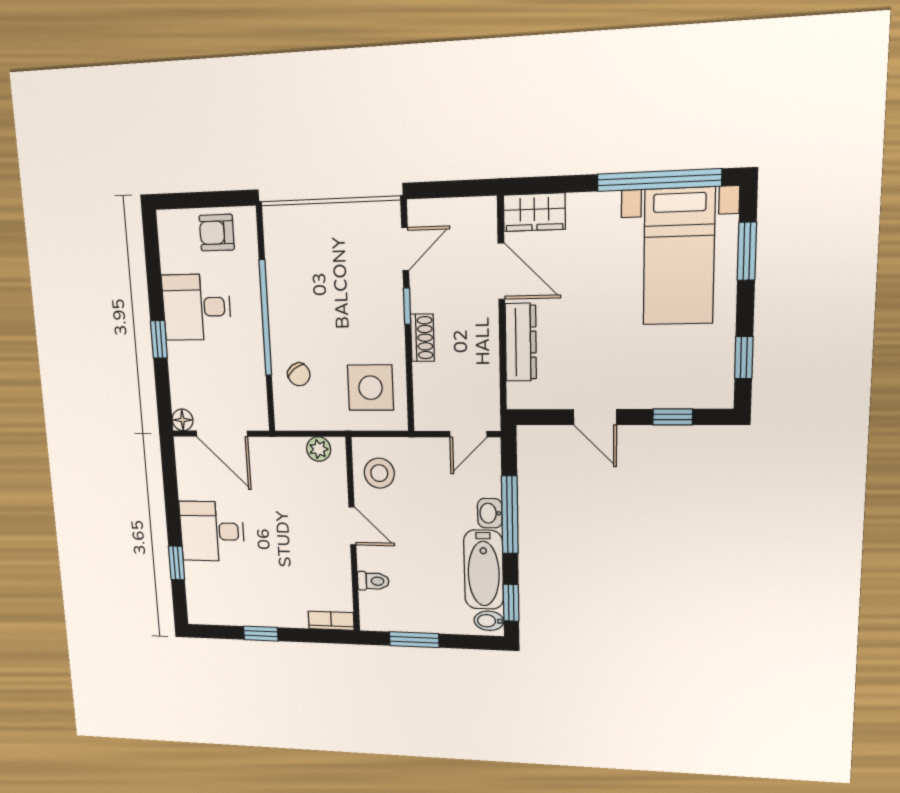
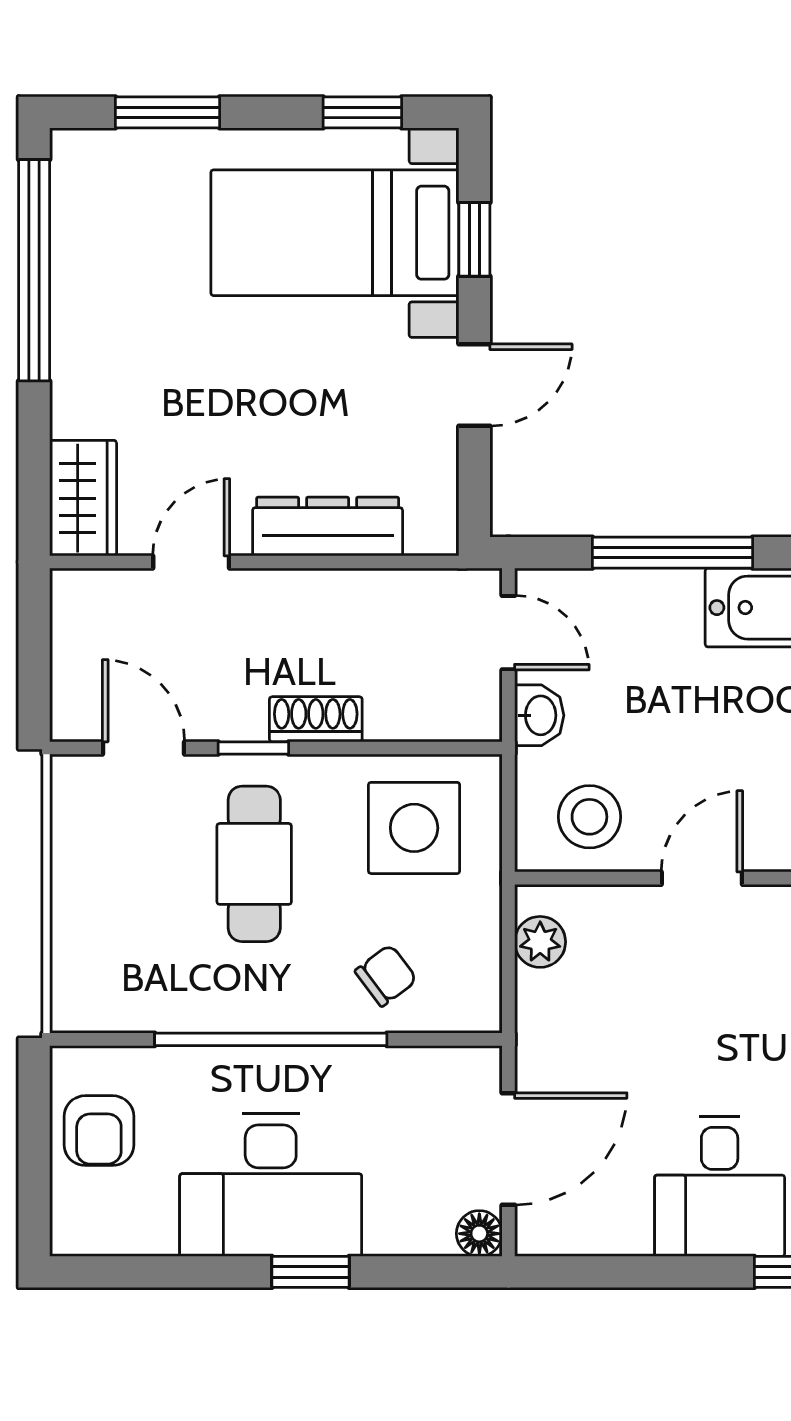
bed with nightstands: (679, 257) -> (335, 233), moved, turned 180
door: (501, 271) -> (191, 562), width x0.73
desk: (196, 307) -> (271, 1185), width x1.37
cafe table: (350, 308) -> (254, 864), added
washbasin: (490, 513) -> (539, 715), moved, turned -90

